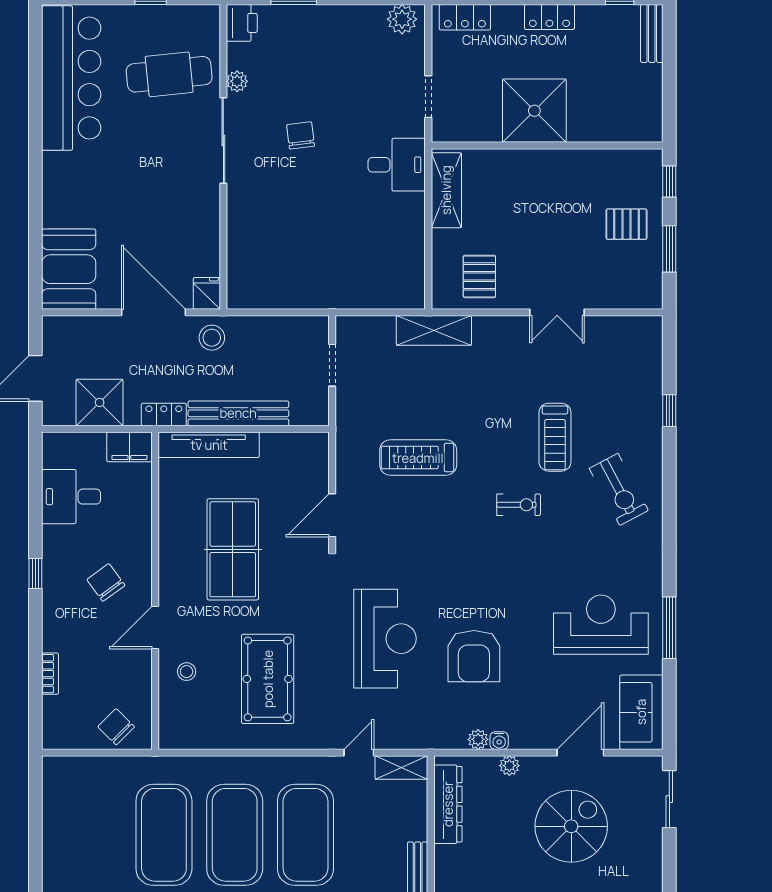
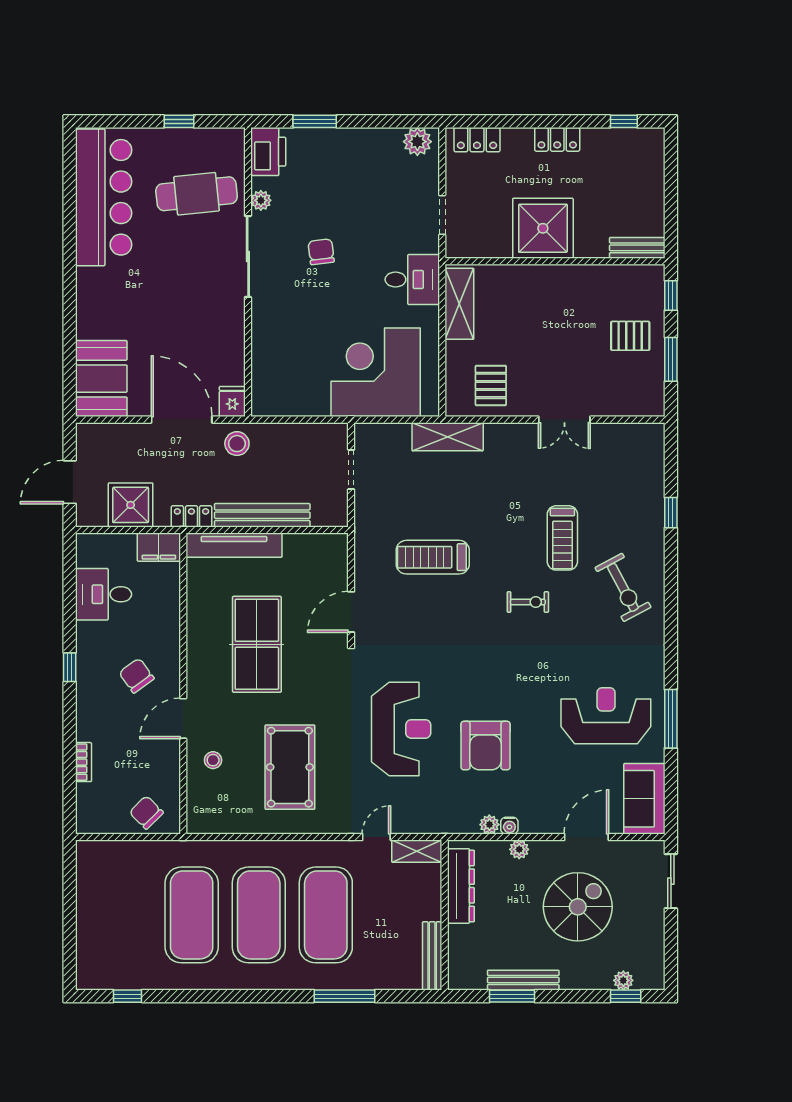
printer: (242, 23) -> (268, 152), width x1.37, depth x1.19
bench: (652, 33) -> (637, 248), moved, turned 90
corner desk: (358, 263) -> (376, 372), added

